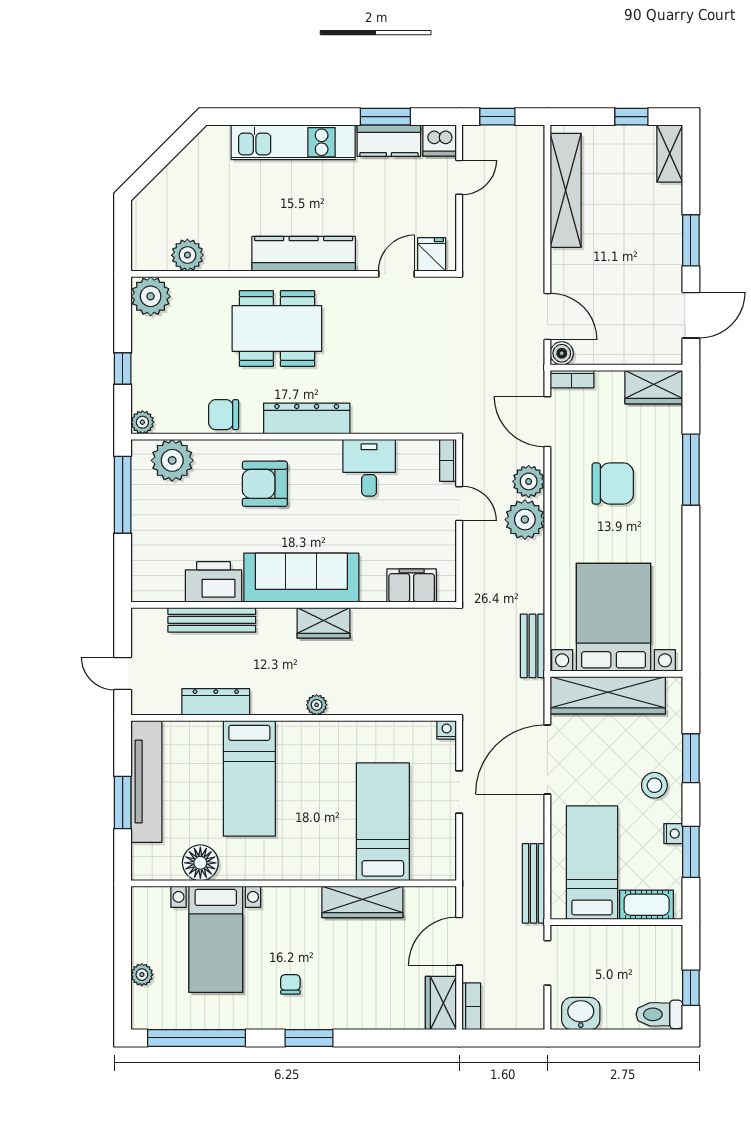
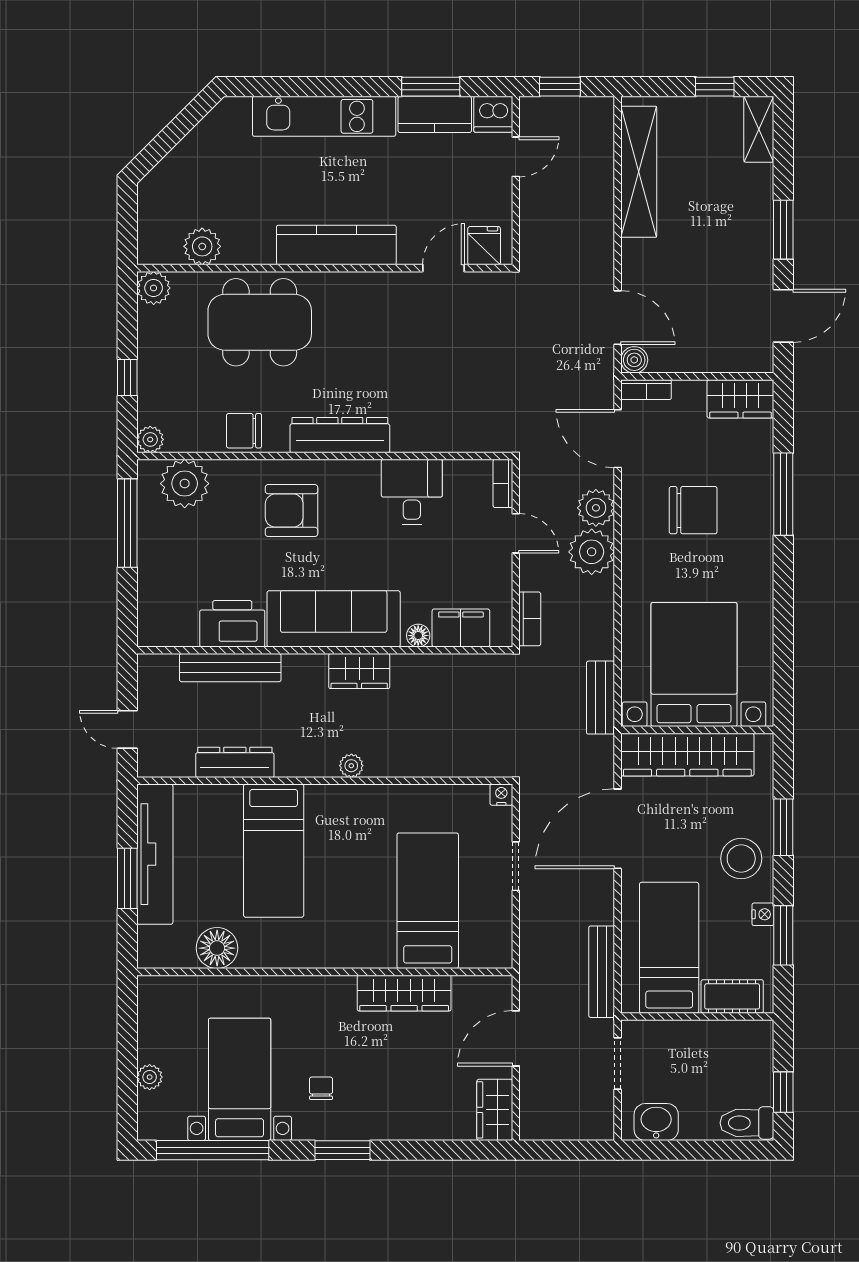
plant: (151, 296) -> (154, 288), width x0.73, depth x0.73
dining table: (277, 328) -> (260, 322), moved
floor lamp: (375, 592) -> (418, 636), added
stool: (654, 785) -> (741, 859), width x1.38, depth x1.38
bed with nightstands: (216, 939) -> (240, 1079), moved, turned 180
bookcase: (471, 1006) -> (530, 619), moved

